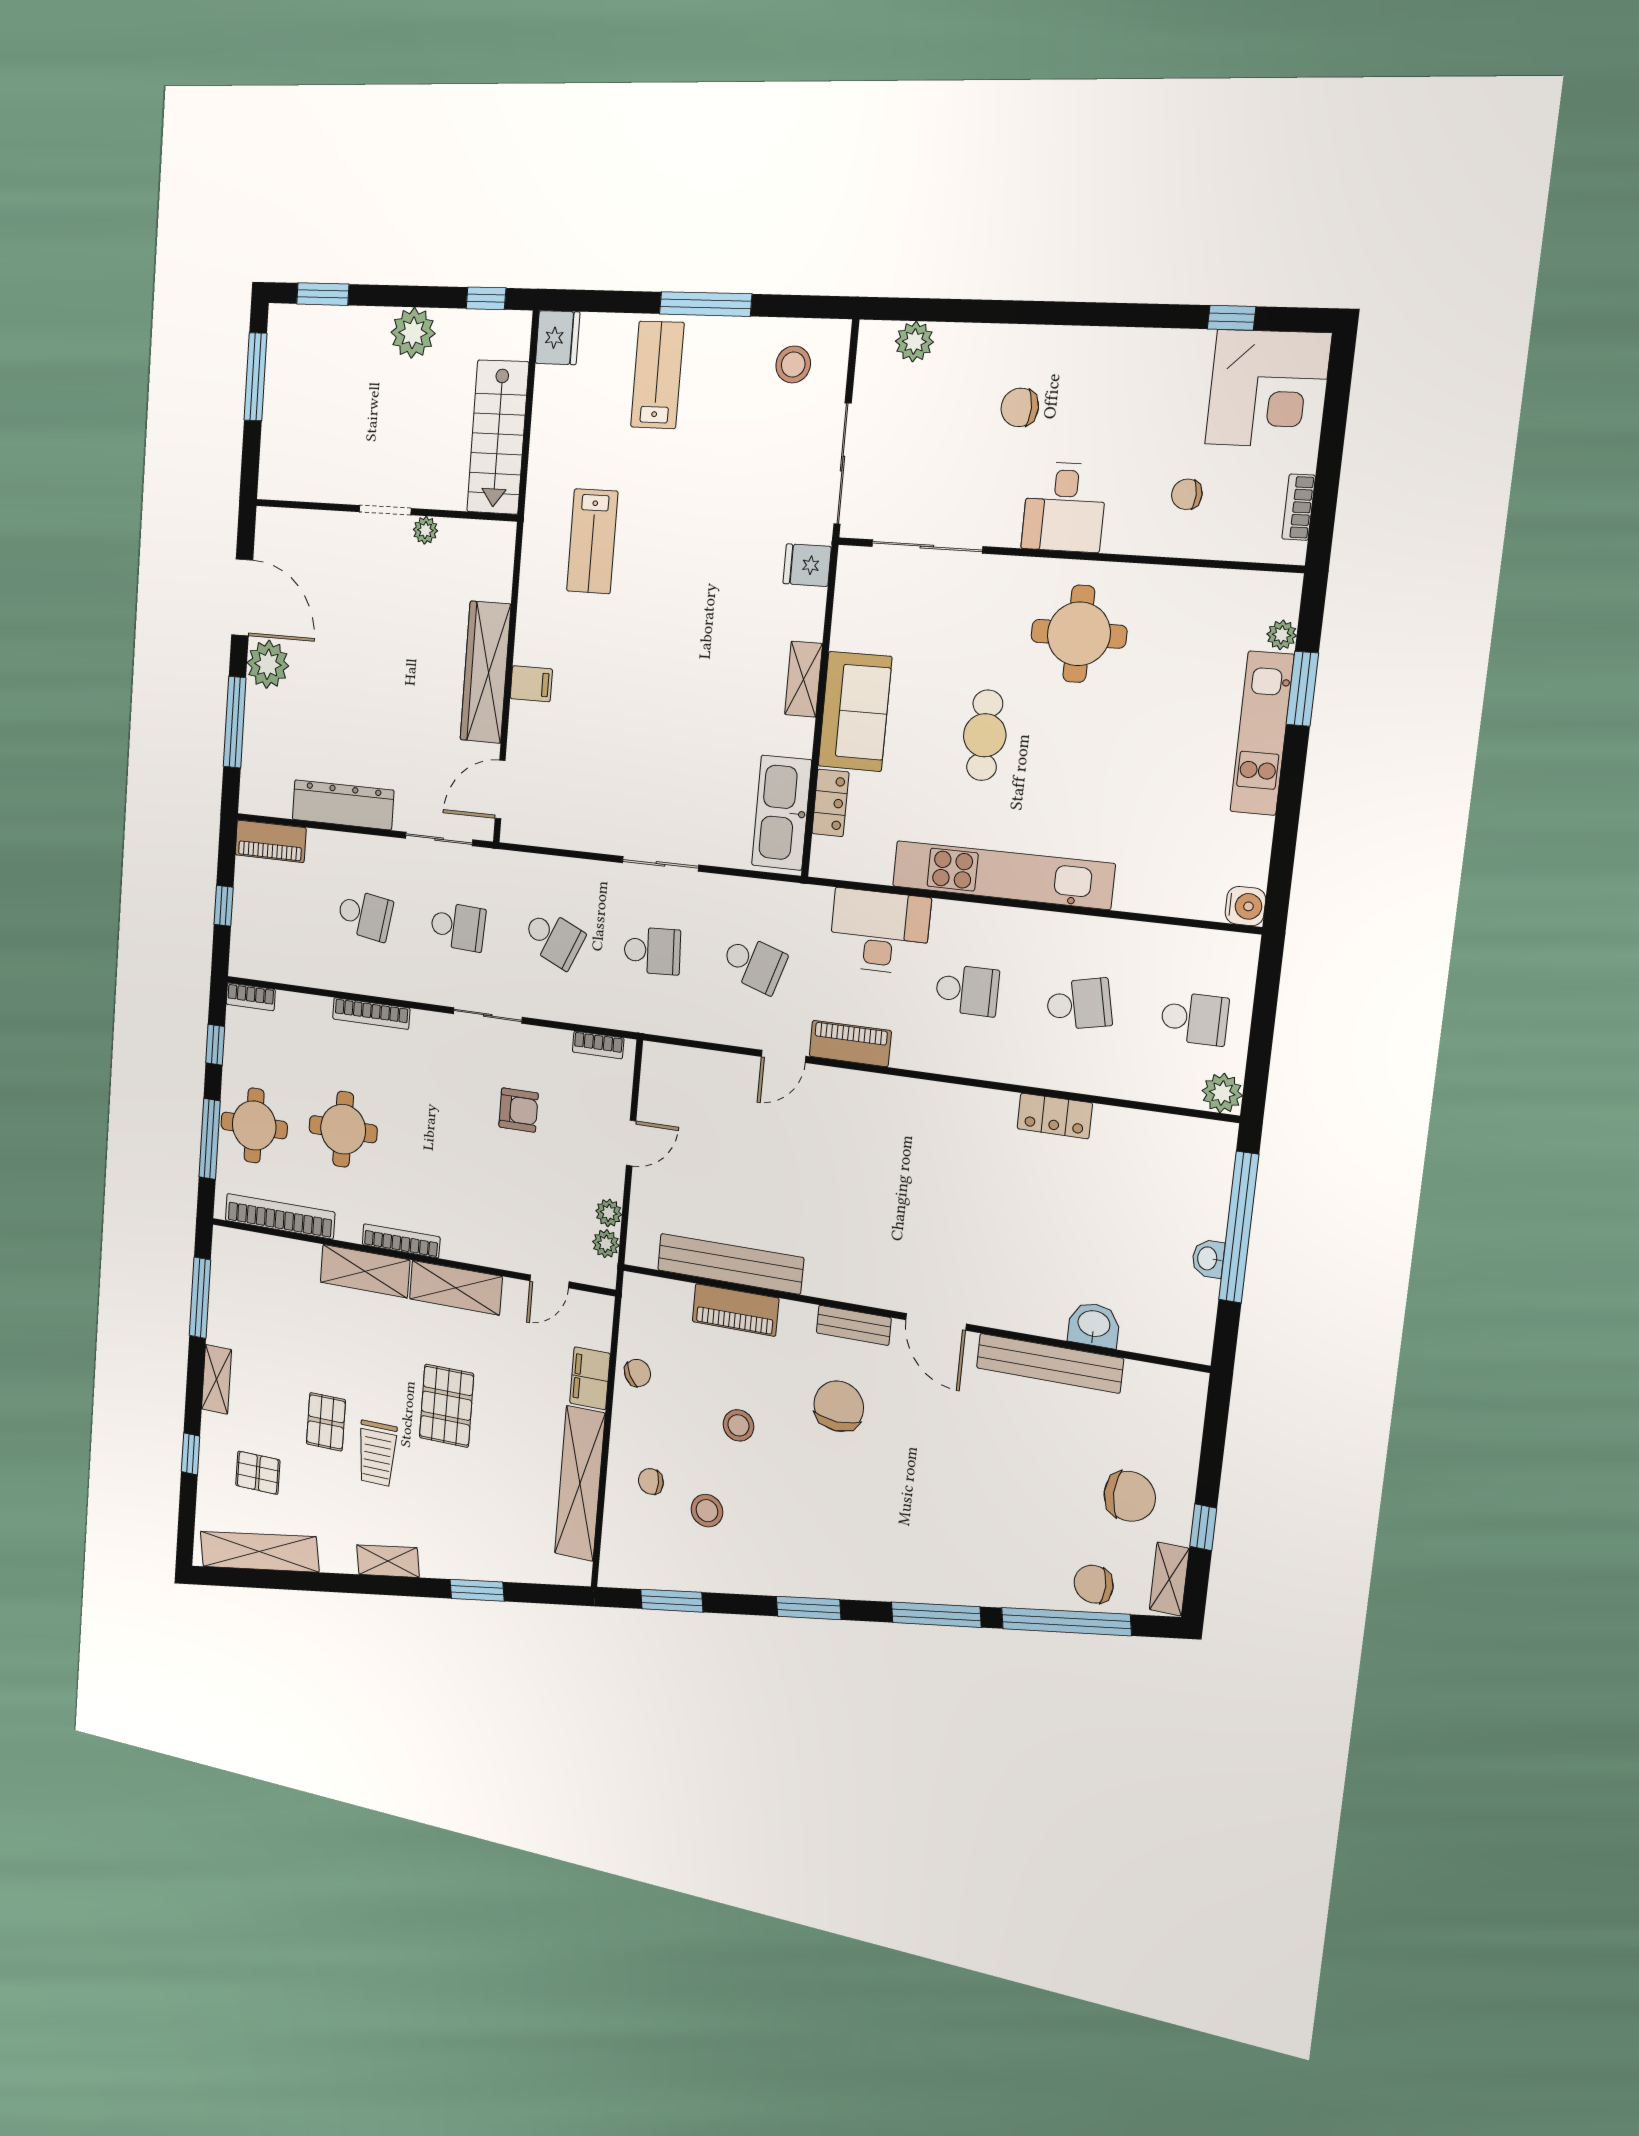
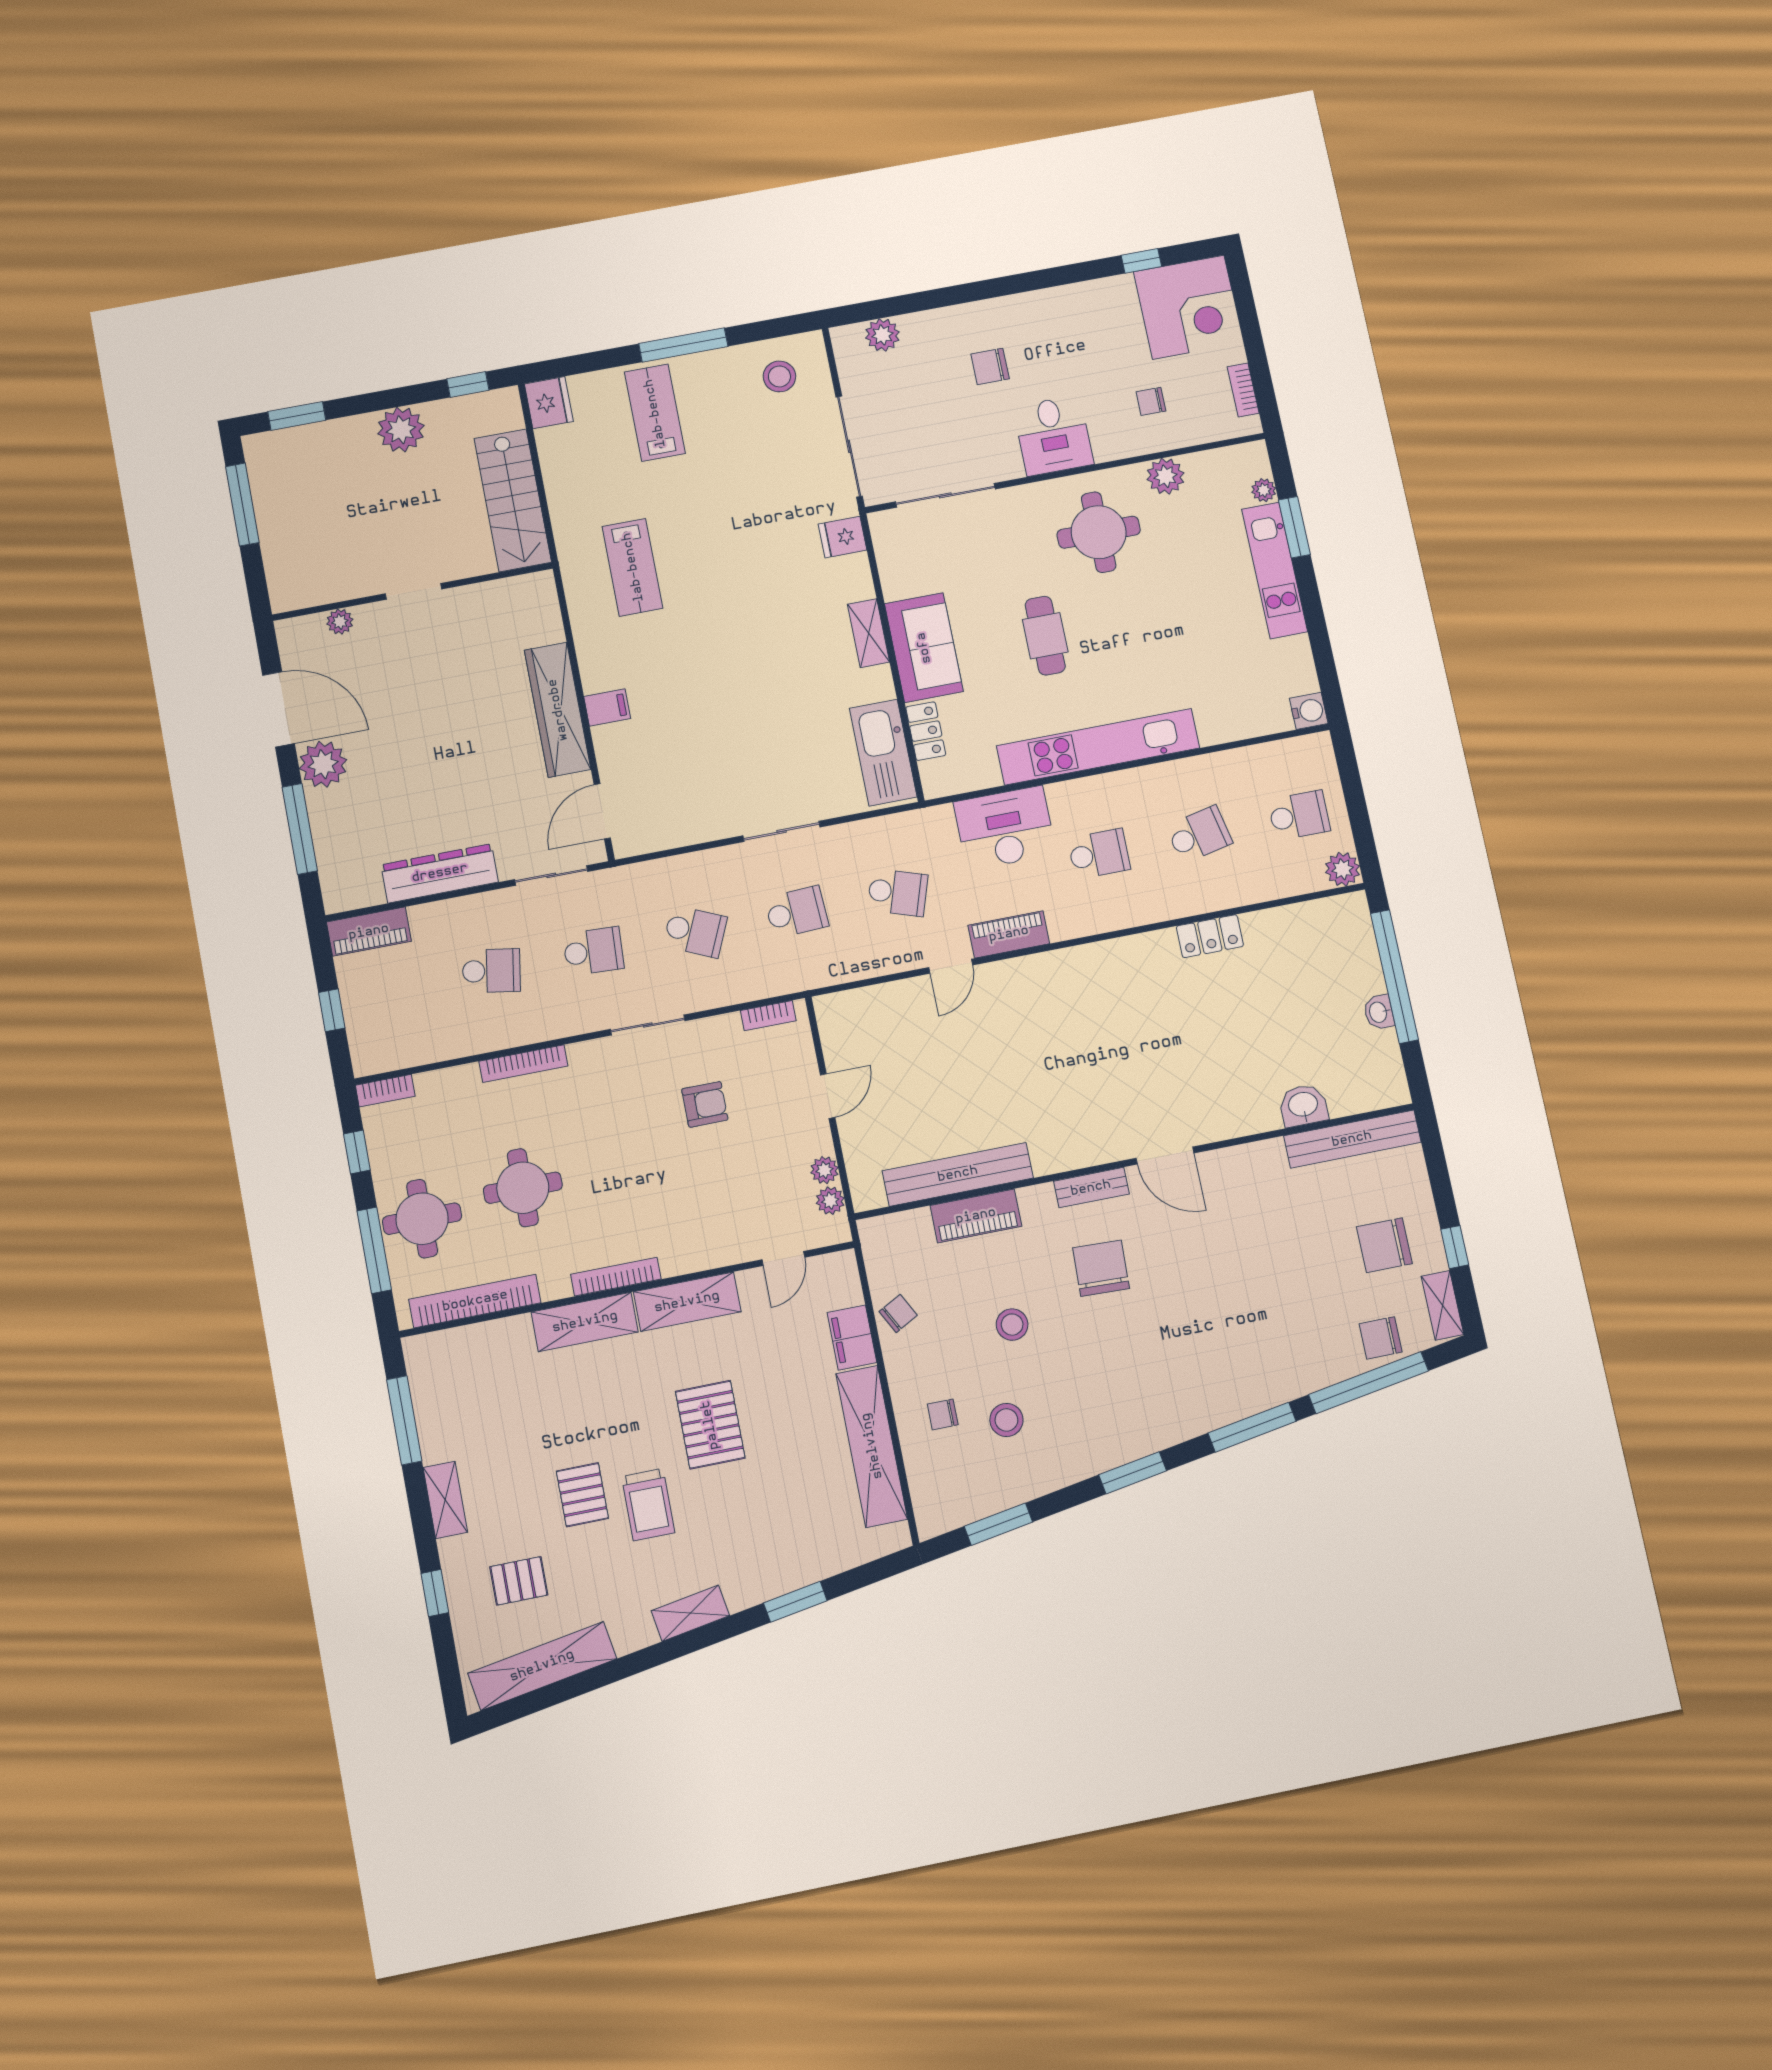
plant: (425, 530) -> (340, 622), moved
plant: (1174, 588) -> (1166, 476), added
bench: (1050, 1363) -> (1352, 1139), moved
chair: (1130, 1496) -> (1384, 1245), turned 180

